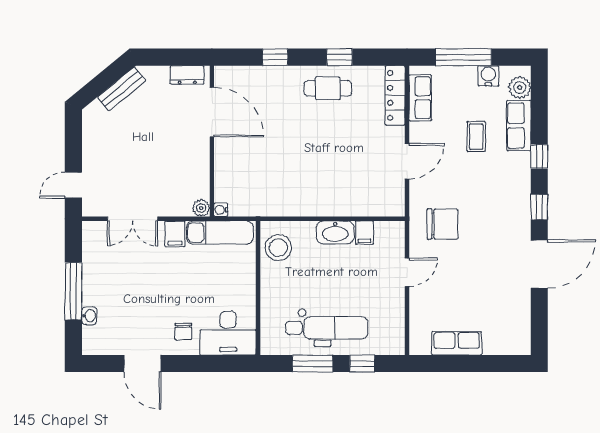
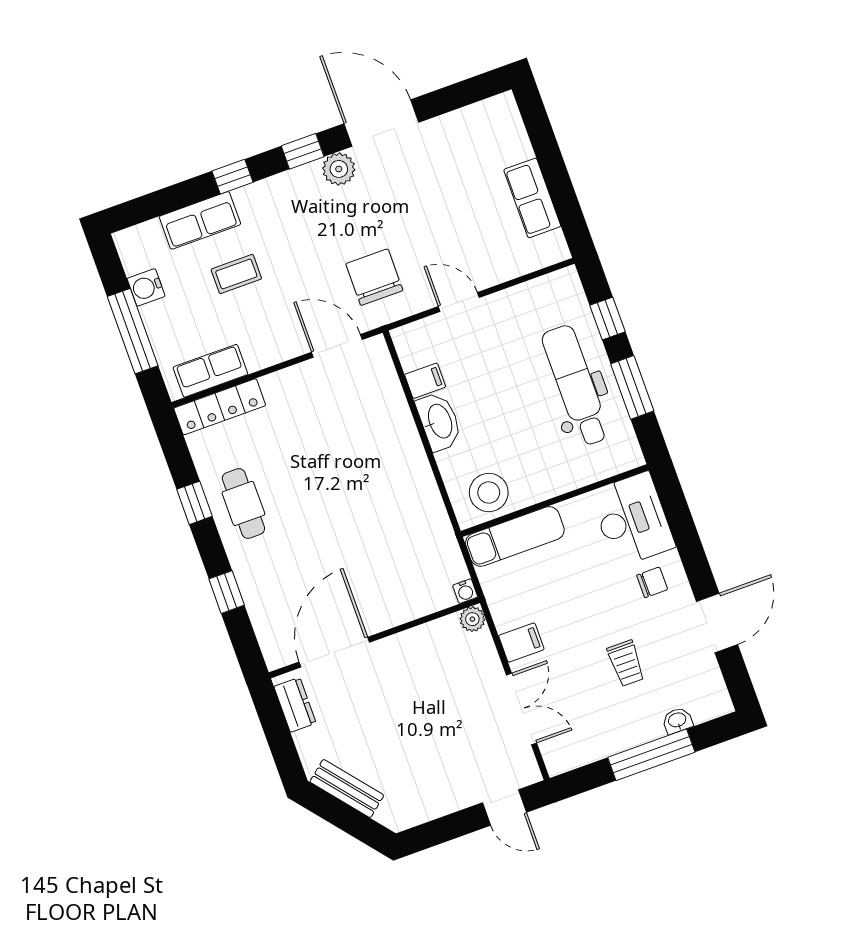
plant: (520, 87) -> (339, 169), moved
door: (407, 161) -> (337, 346), moved
exam couch: (220, 233) -> (515, 536), moved, turned 90
trolley: (138, 296) -> (626, 663), added

